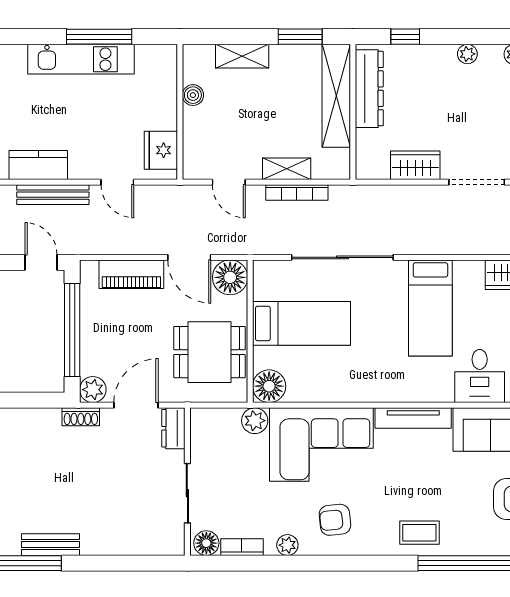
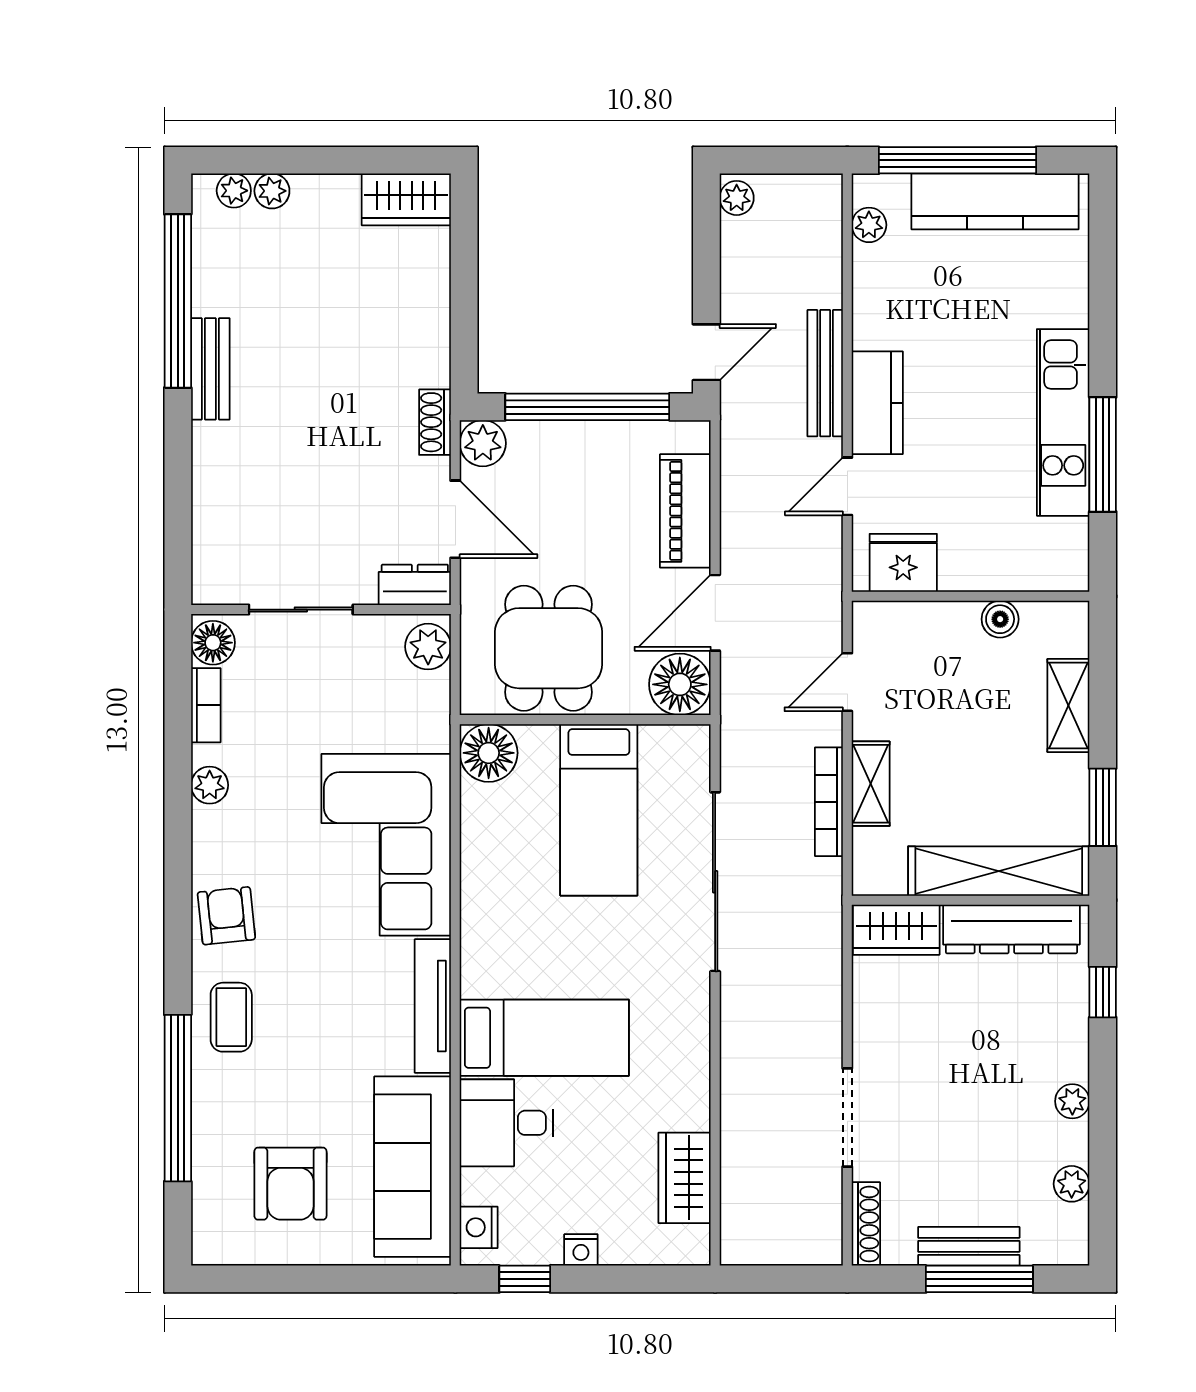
kitchen counter: (38, 165) -> (877, 403), moved
wardrobe: (415, 165) -> (896, 930), moved, turned 90
bed: (430, 308) -> (544, 1038), moved, turned 180
plant: (255, 421) -> (428, 647), moved
armchair: (335, 520) -> (226, 916), moved

